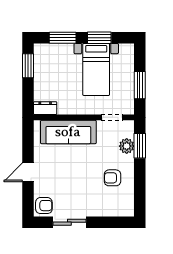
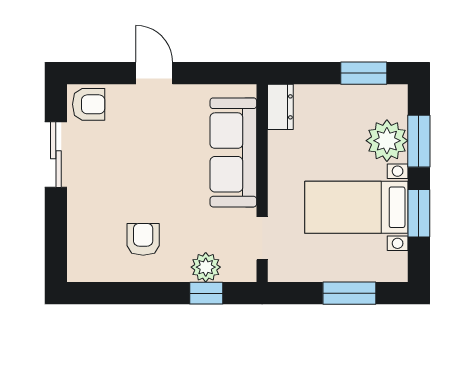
plant: (62, 54) -> (387, 141), added
window: (140, 85) -> (349, 293), moved
window: (140, 146) -> (206, 293), width x0.67
armchair: (44, 206) -> (89, 104), turned -90

